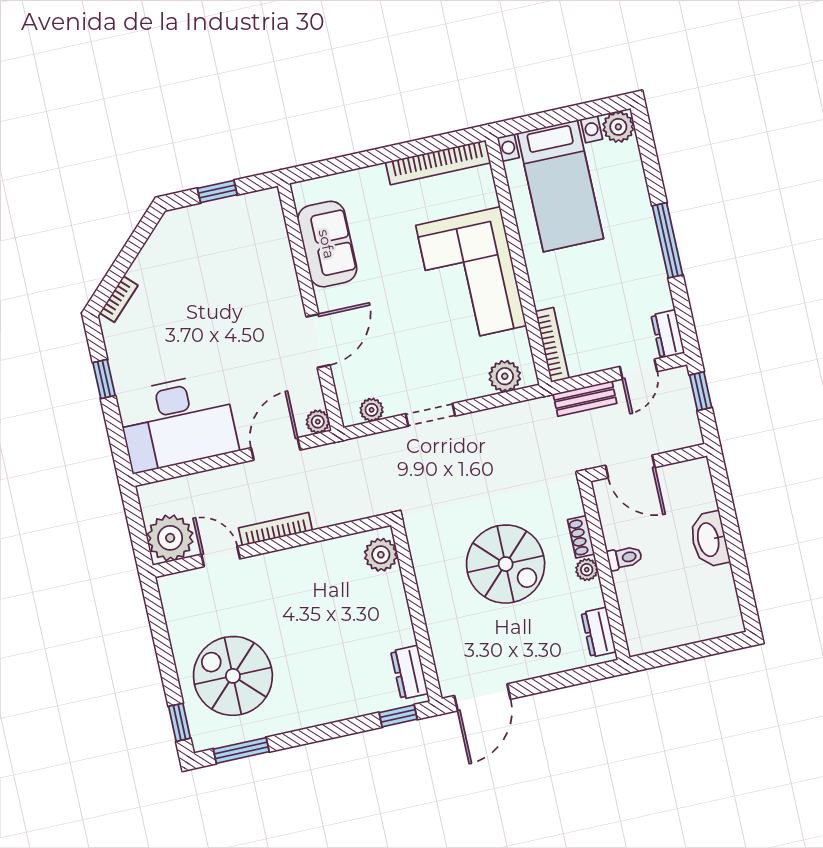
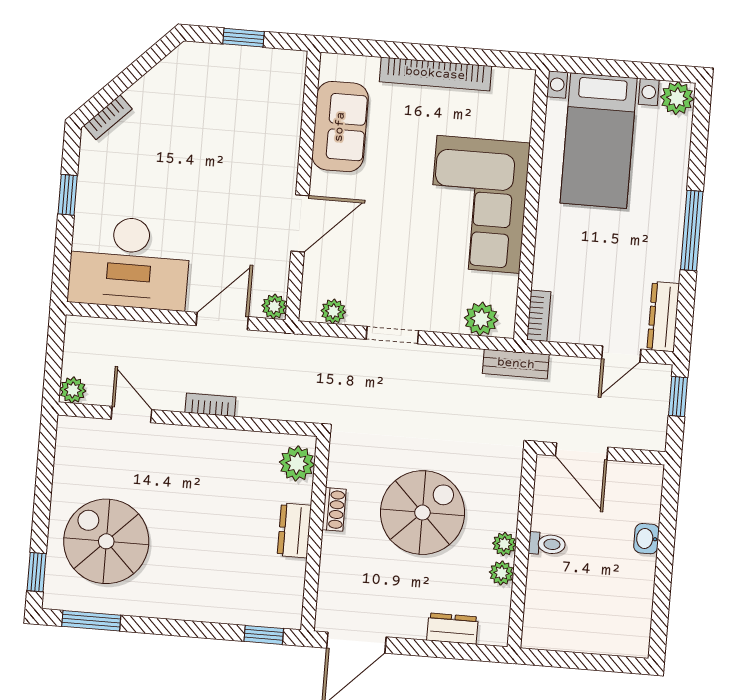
bookcase: (438, 162) -> (435, 74), moved
dresser: (668, 334) -> (663, 317), width x1.44
bookcase: (552, 345) -> (539, 316), width x0.64
bench: (585, 399) -> (516, 364), moved
bookcase: (275, 529) -> (210, 405), width x0.64
shoe rack: (581, 537) -> (334, 509), moved, turned 180
plant: (170, 538) -> (73, 390), width x0.53, depth x0.53
washbasin: (709, 539) -> (646, 539), width x0.52, depth x0.69
spiral stairs: (506, 564) -> (422, 513), turned -90
plant: (592, 596) -> (502, 573), added
dresser: (599, 632) -> (452, 629), moved, turned 90
dresser: (409, 672) -> (294, 530), moved

